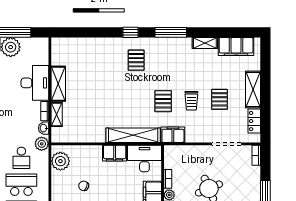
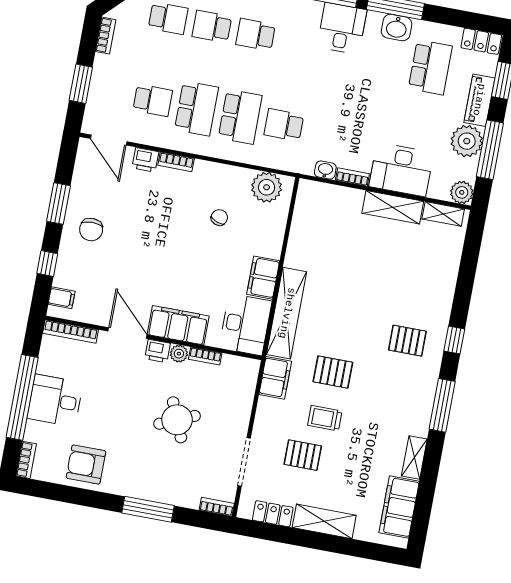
pallet: (220, 99) -> (303, 455), moved
shelving: (57, 115) -> (443, 214), moved
plant: (42, 144) -> (462, 192), moved

